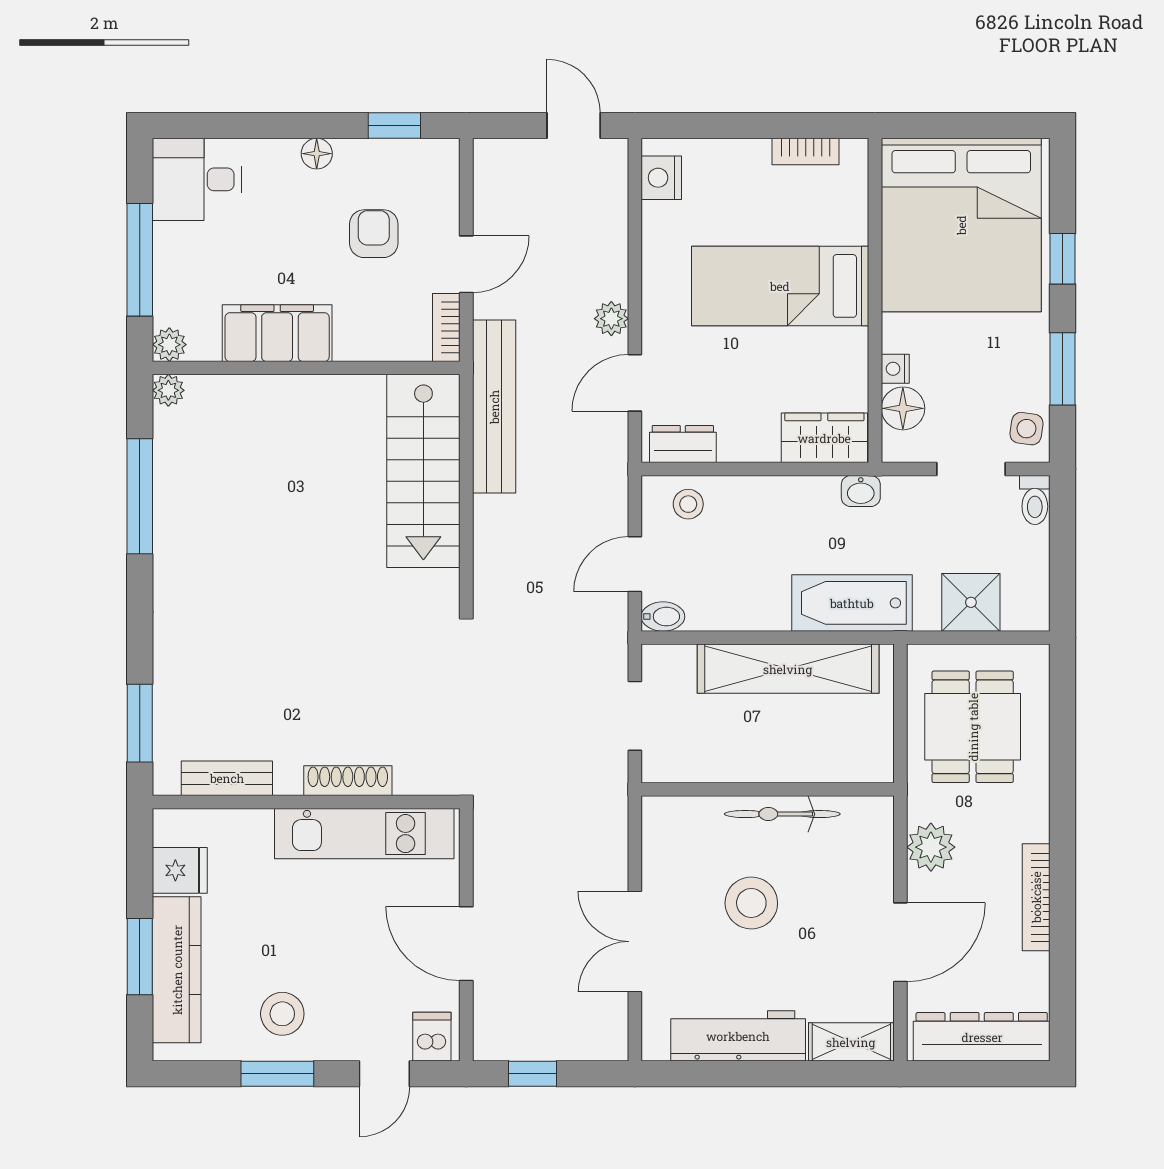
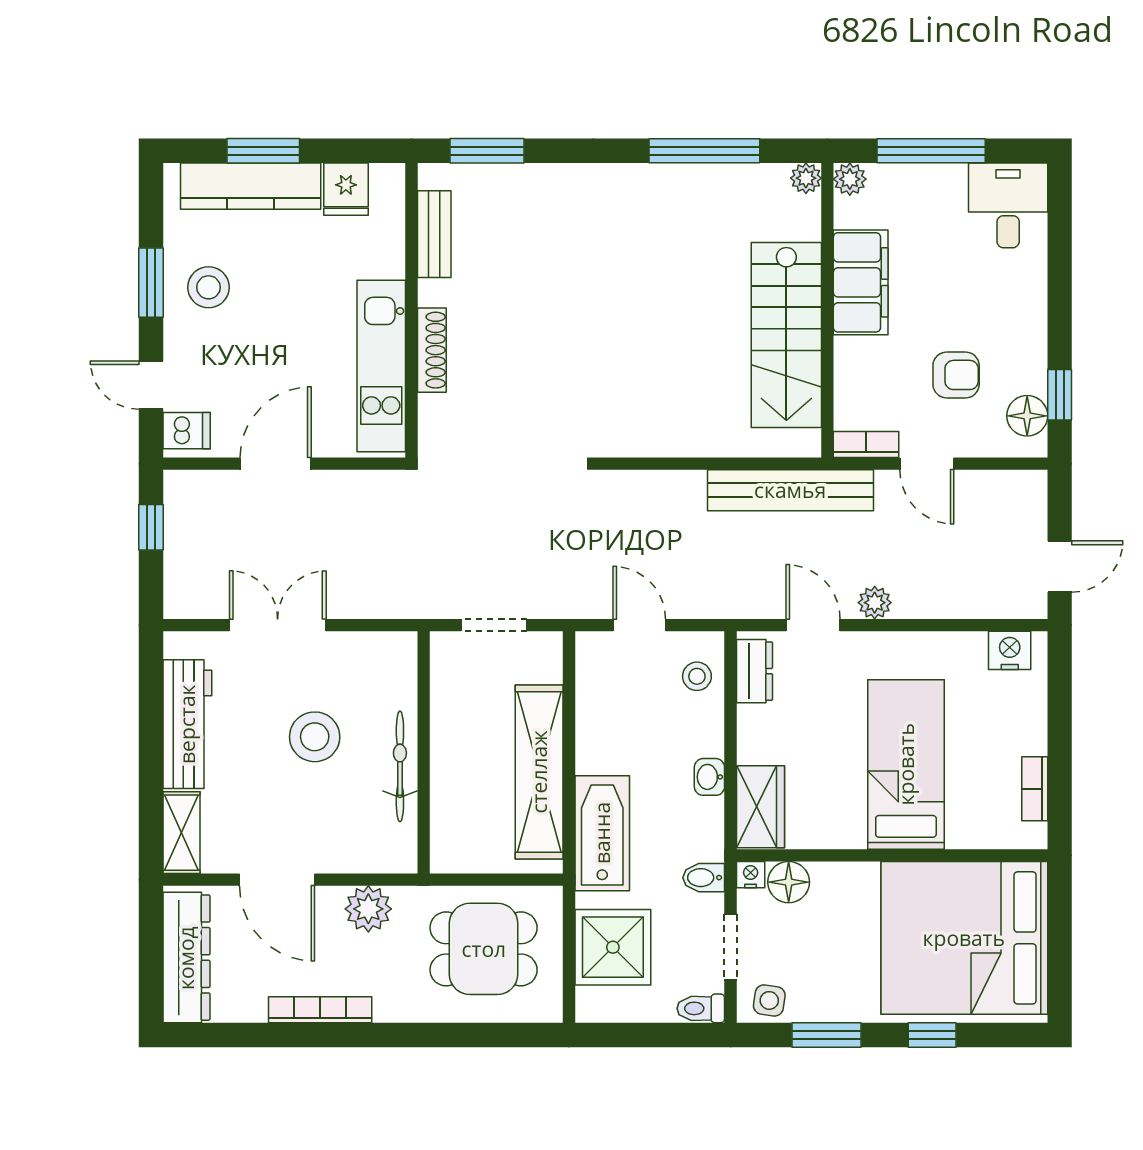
floor lamp: (317, 154) -> (1027, 416), moved, width x1.37, depth x1.37
nightstand: (895, 369) -> (751, 875), moved
stairs: (423, 471) -> (786, 335), moved, turned -90
washbasin: (861, 491) -> (709, 777), moved
shower: (971, 602) -> (613, 947), width x1.36, depth x1.36
bidet: (663, 617) -> (704, 878), moved, turned 90

